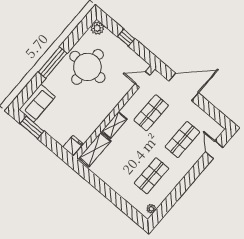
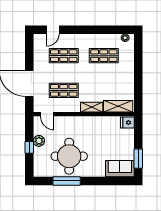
plant: (97, 28) -> (39, 141), moved
window: (53, 63) -> (67, 181), moved

